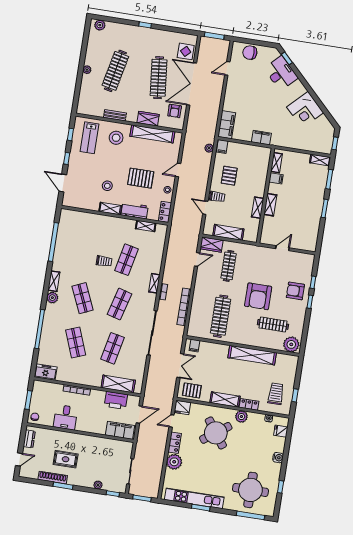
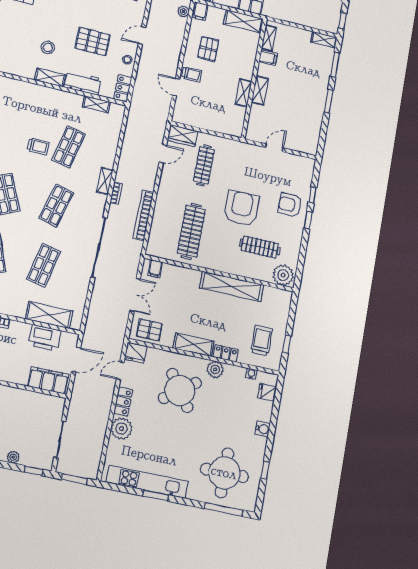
shelving: (228, 232) -> (244, 21), moved
armchair: (258, 296) -> (241, 208), turned 180

